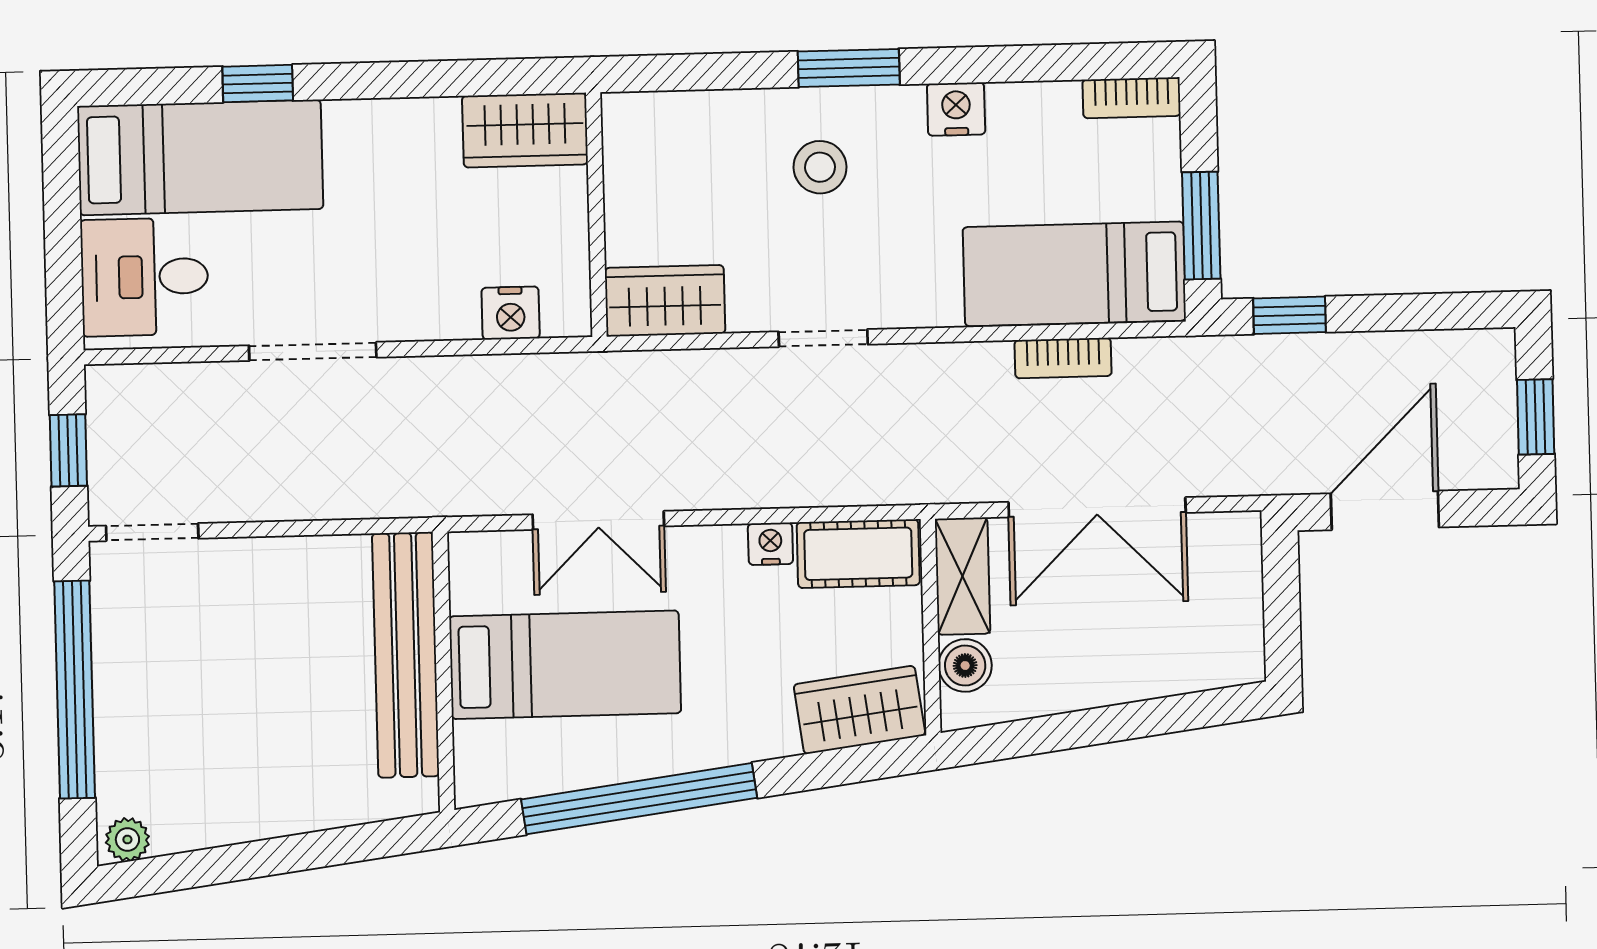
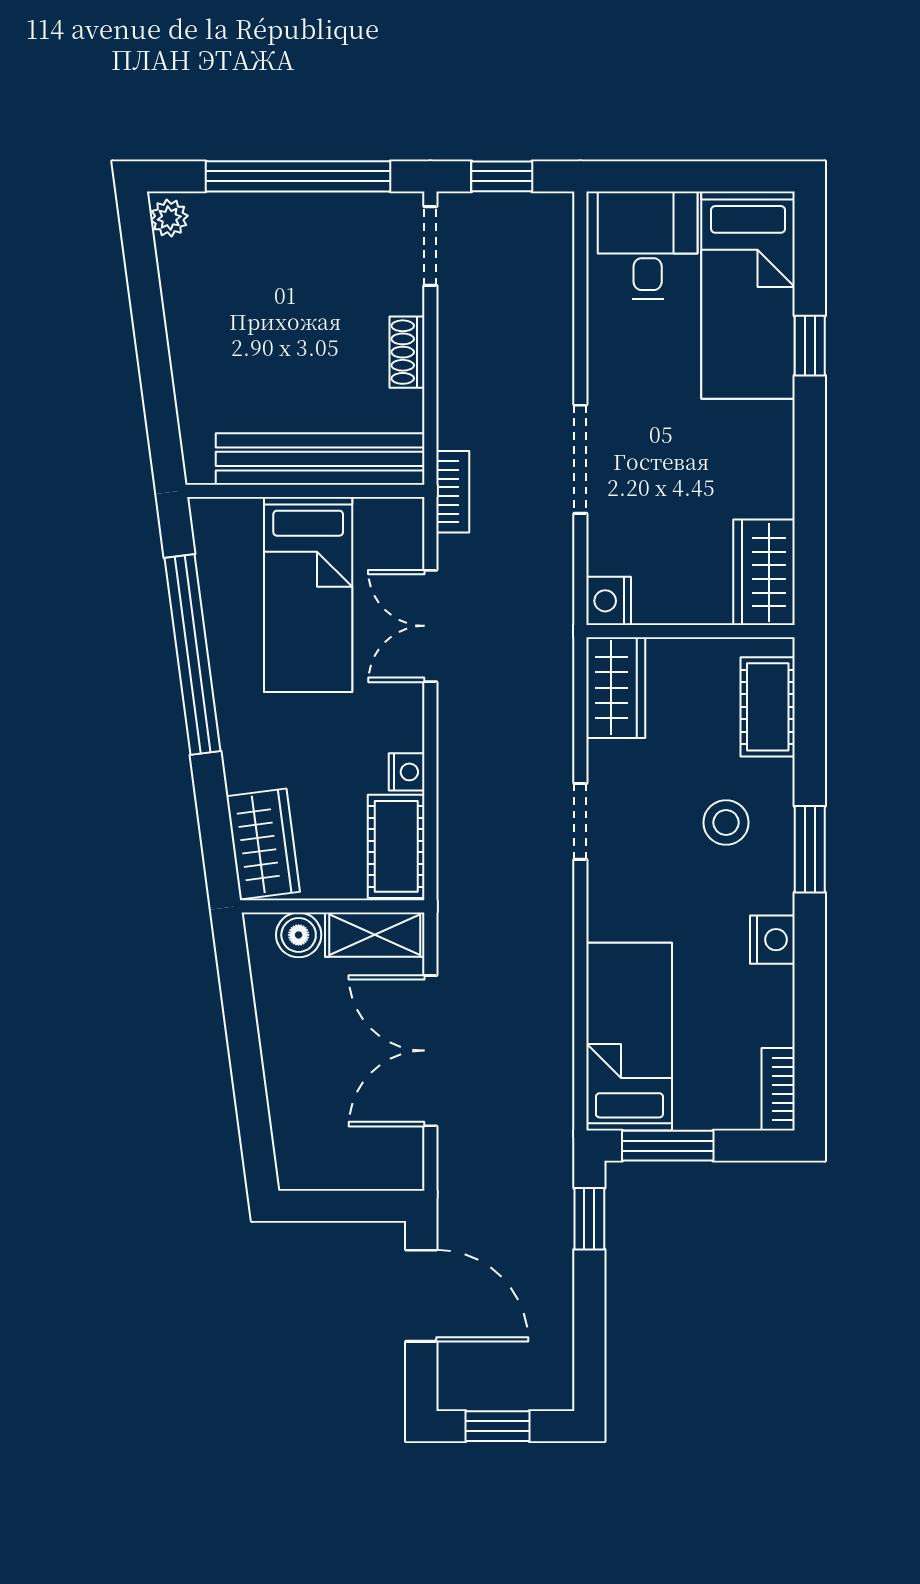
cot: (683, 122) -> (768, 707), added
nightstand: (511, 313) -> (609, 601), moved
doorway: (313, 351) -> (580, 459), moved
bookcase: (1063, 358) -> (453, 492), moved, turned 180
shoe rack: (278, 556) -> (407, 352), added

